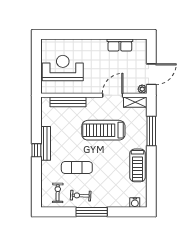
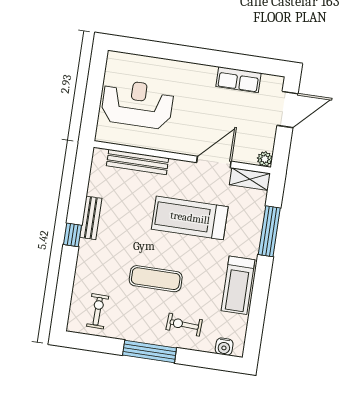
door: (151, 74) -> (288, 110), moved
bench: (46, 143) -> (91, 218), width x0.73
exercise mat: (77, 167) -> (156, 279), moved
exercise bike: (81, 196) -> (184, 325), moved

